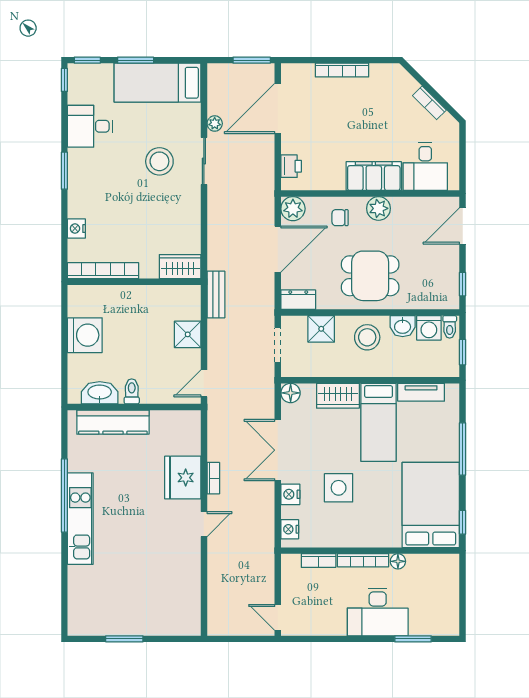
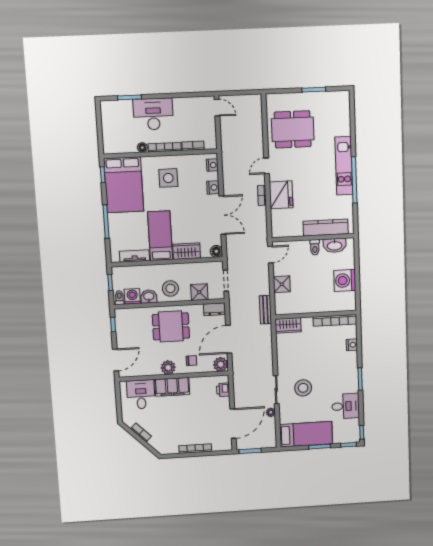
side table: (339, 488) -> (168, 178), moved
dining table: (160, 579) -> (293, 129), added

